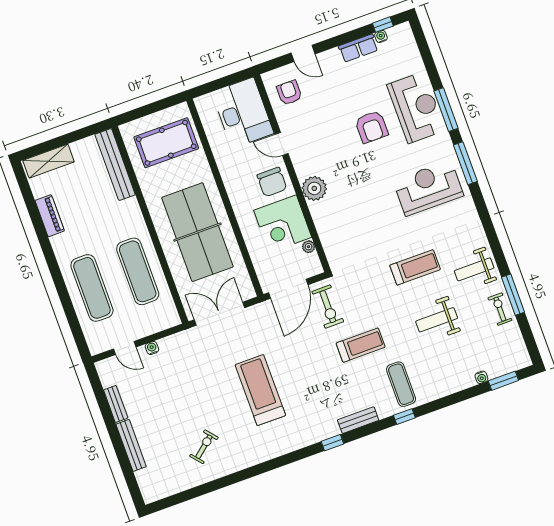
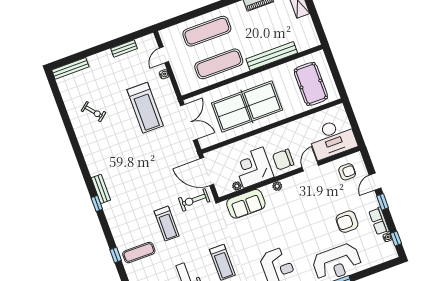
window: (331, 43) -> (383, 202), added
armchair: (372, 127) -> (347, 222), moved
bench: (115, 165) -> (272, 56), moved
plant: (314, 188) -> (277, 186), width x0.53, depth x0.53
sofa: (333, 234) -> (246, 204), added
treadmill: (260, 390) -> (145, 108), moved, turned 90
bench: (358, 420) -> (101, 189), moved
bench: (131, 445) -> (70, 68), moved

